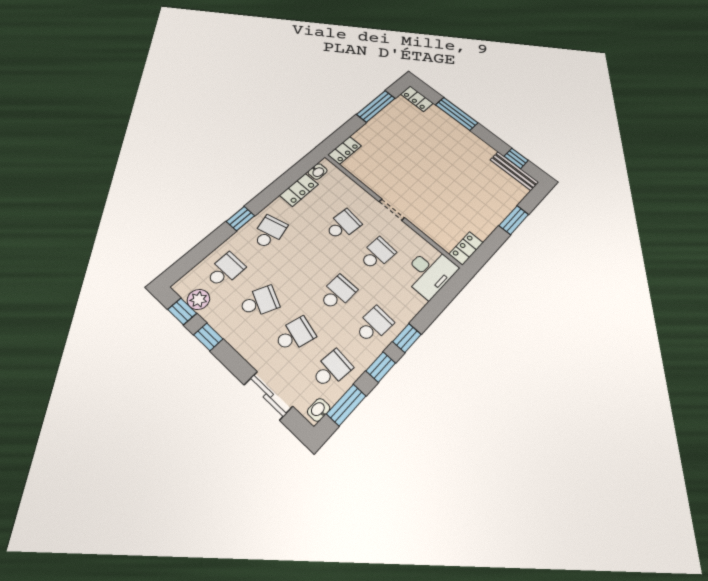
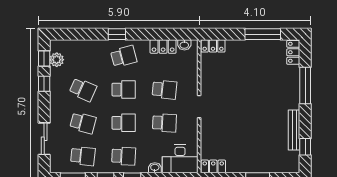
bench: (514, 171) -> (294, 130), moved
school desk: (225, 270) -> (124, 90), moved
washbasin: (319, 410) -> (155, 168), moved

